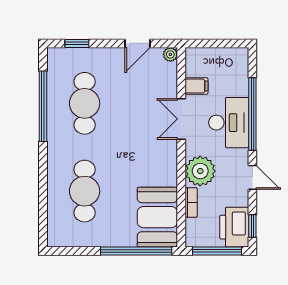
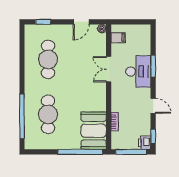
filing cabinet: (196, 86) -> (118, 38), moved
window: (43, 106) -> (22, 116), moved
window: (252, 114) -> (153, 66), width x0.47
plant: (200, 171) -> (120, 102), removed
printer: (234, 227) -> (145, 143), width x0.53, depth x0.68

